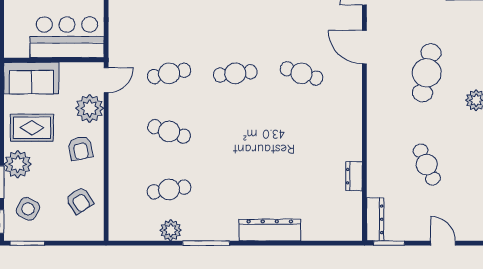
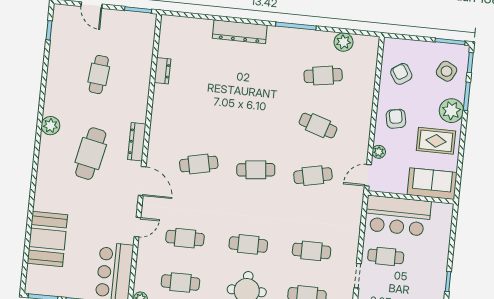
cafe table: (301, 73) -> (199, 164), turned -30
plant: (90, 108) -> (379, 152), width x0.53, depth x0.53
cafe table: (427, 165) -> (99, 74), turned 30
dresser: (375, 219) -> (137, 142), moved
plant: (171, 230) -> (344, 42), moved

